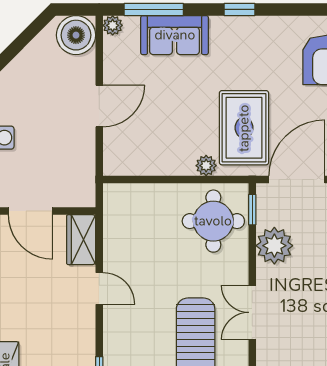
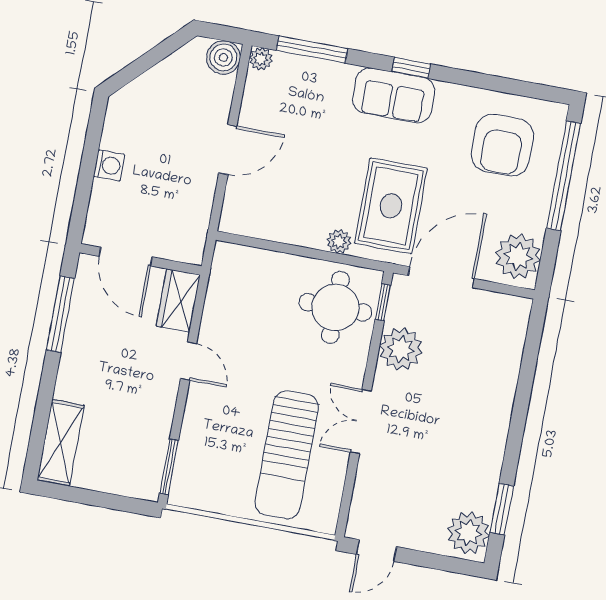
boiler: (76, 35) -> (223, 57), width x0.73, depth x0.73
sofa: (175, 35) -> (394, 95), moved

